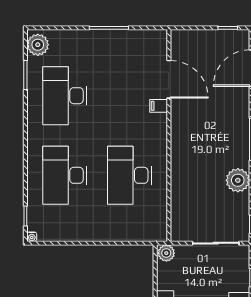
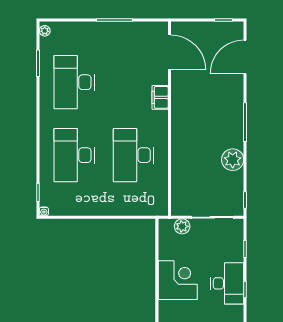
plant: (38, 45) -> (45, 31), width x0.53, depth x0.53
door: (169, 79) -> (169, 52), moved
filing cabinet: (159, 106) -> (160, 97), width x2.00
plant: (166, 253) -> (182, 226), moved

